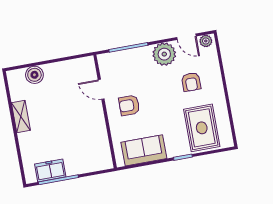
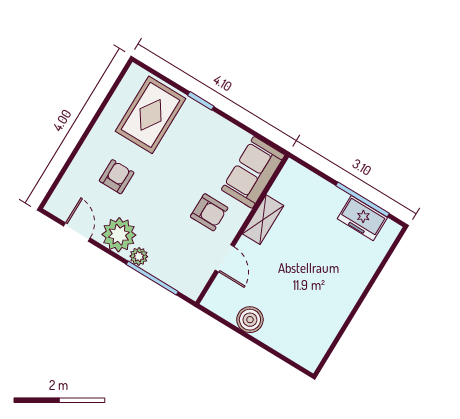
plant: (206, 41) -> (139, 256), moved
boiler: (34, 75) -> (250, 320), moved
shelving: (21, 117) -> (263, 220), moved
sofa: (144, 150) -> (253, 172), moved, turned 90

